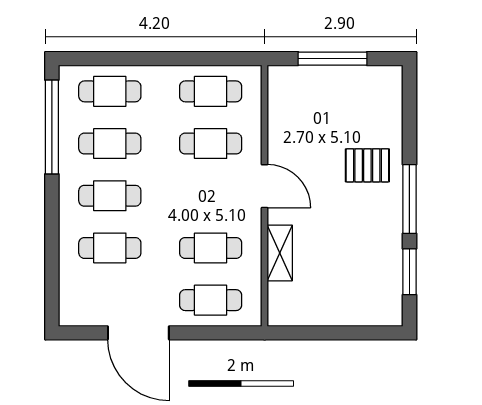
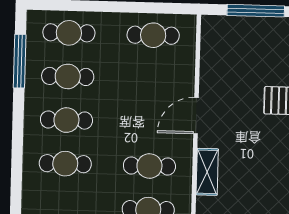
window: (52, 127) -> (20, 61), width x0.68
cafe table: (211, 144) -> (152, 79), removed
door: (265, 186) -> (196, 116), swing flipped

